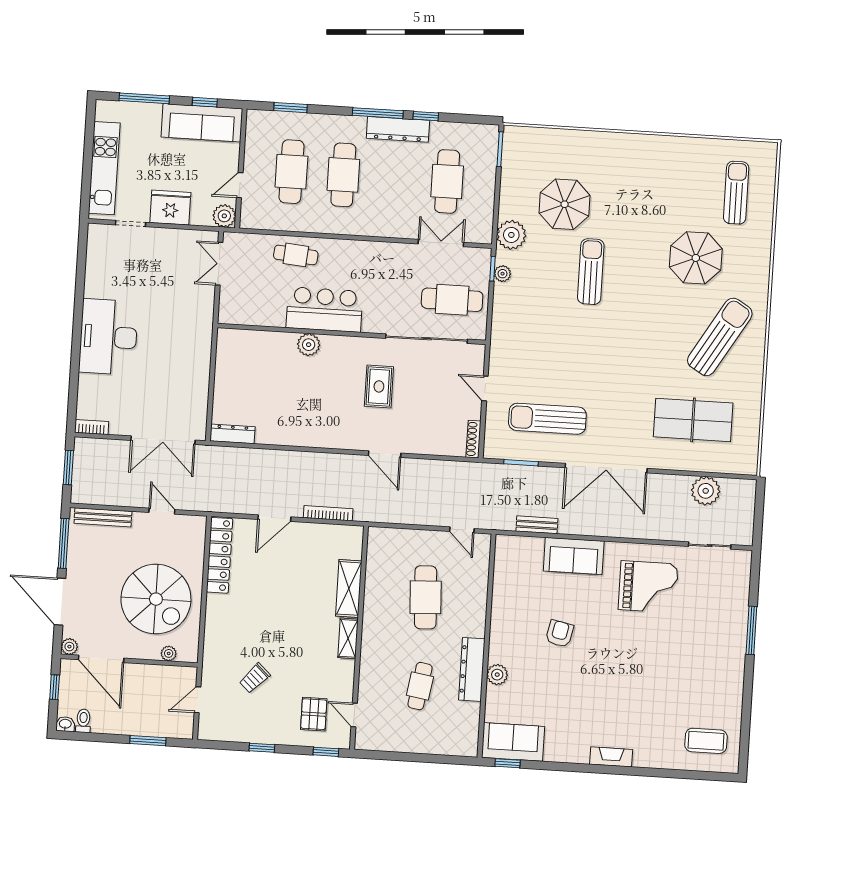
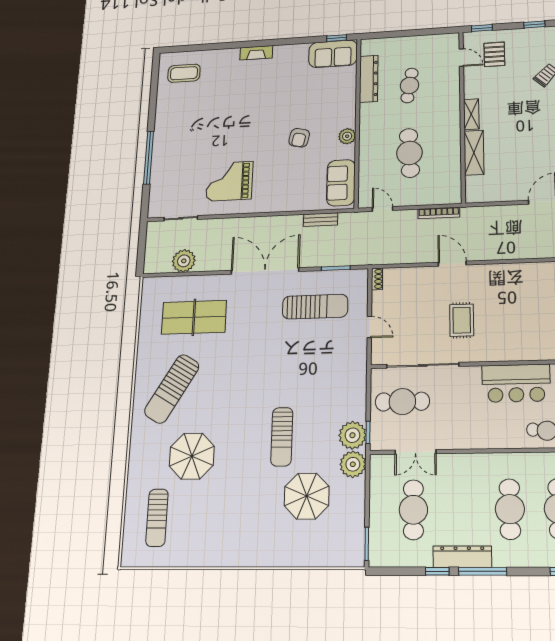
plant: (503, 274) -> (352, 435), width x1.88, depth x1.88
plant: (309, 345) -> (527, 351), removed
shoe rack: (473, 439) -> (377, 279), width x0.70
bookcase: (328, 513) -> (439, 213), moved
sofa: (574, 556) -> (341, 183), moved, turned -90
window: (751, 630) -> (149, 158), width x1.46
dresser: (472, 669) -> (369, 79), moved
plant: (497, 675) -> (347, 136), moved

